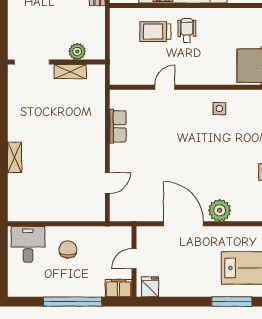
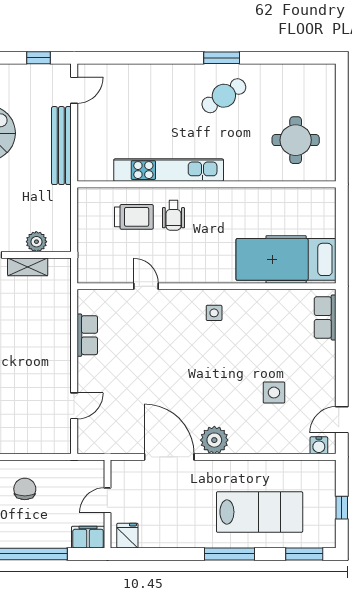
wheelchair: (187, 30) -> (173, 215), turned 180
trolley: (155, 32) -> (134, 217), turned 180
door: (165, 87) -> (146, 286), hinge flipped

